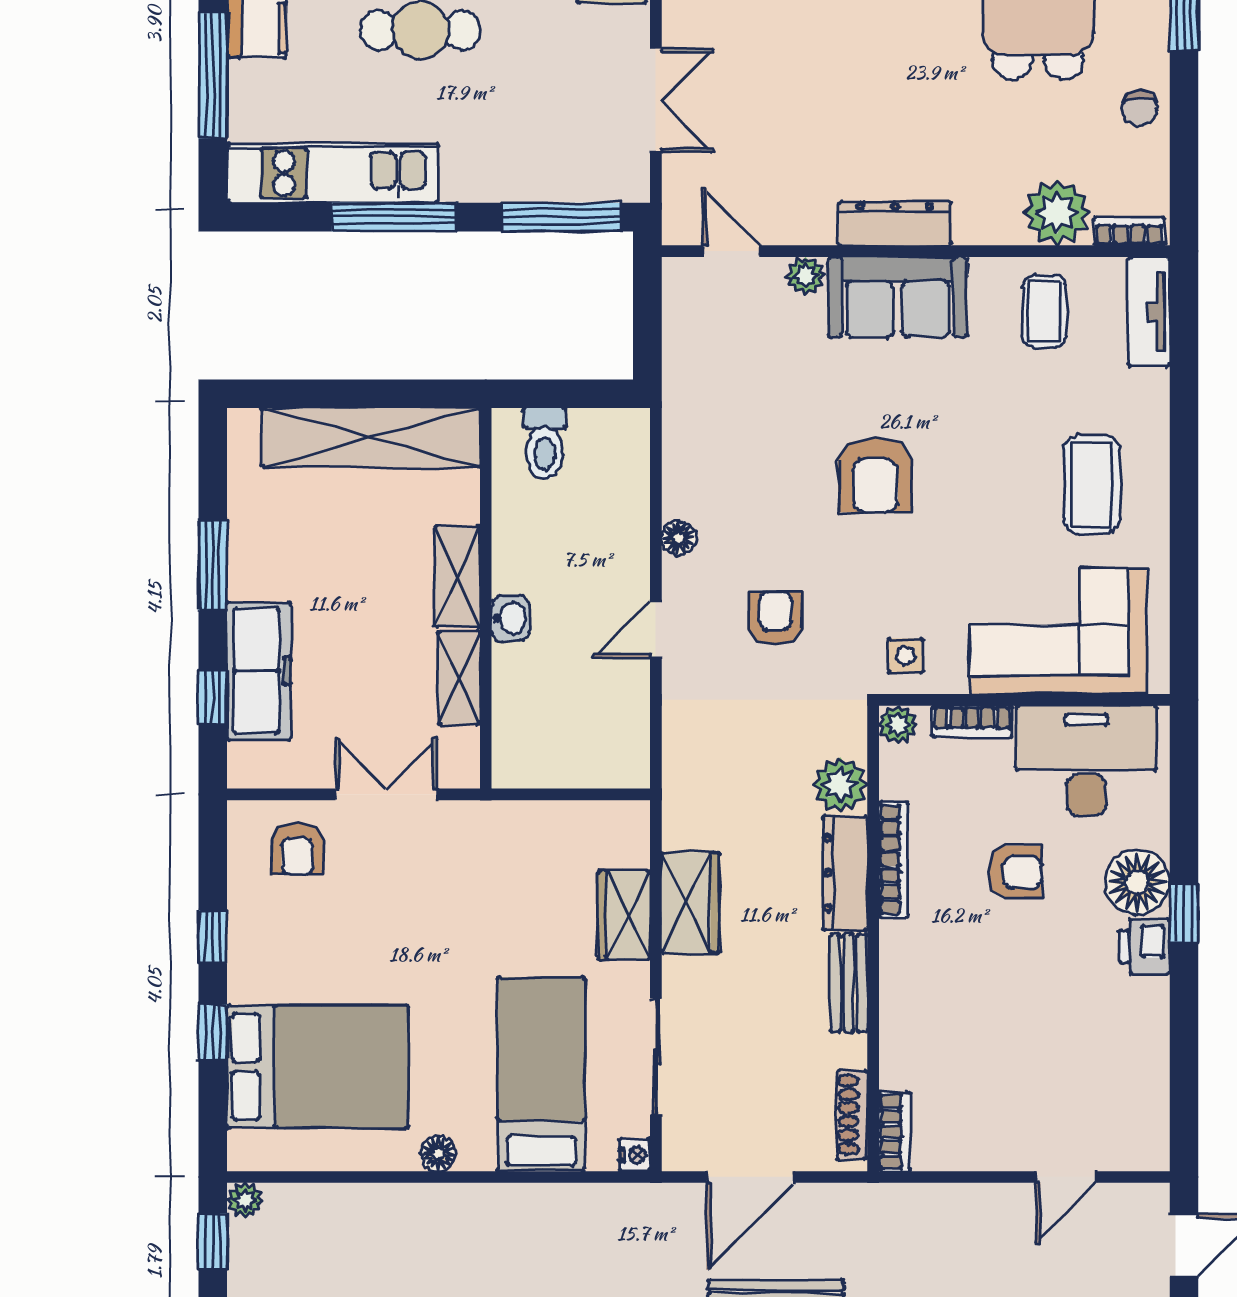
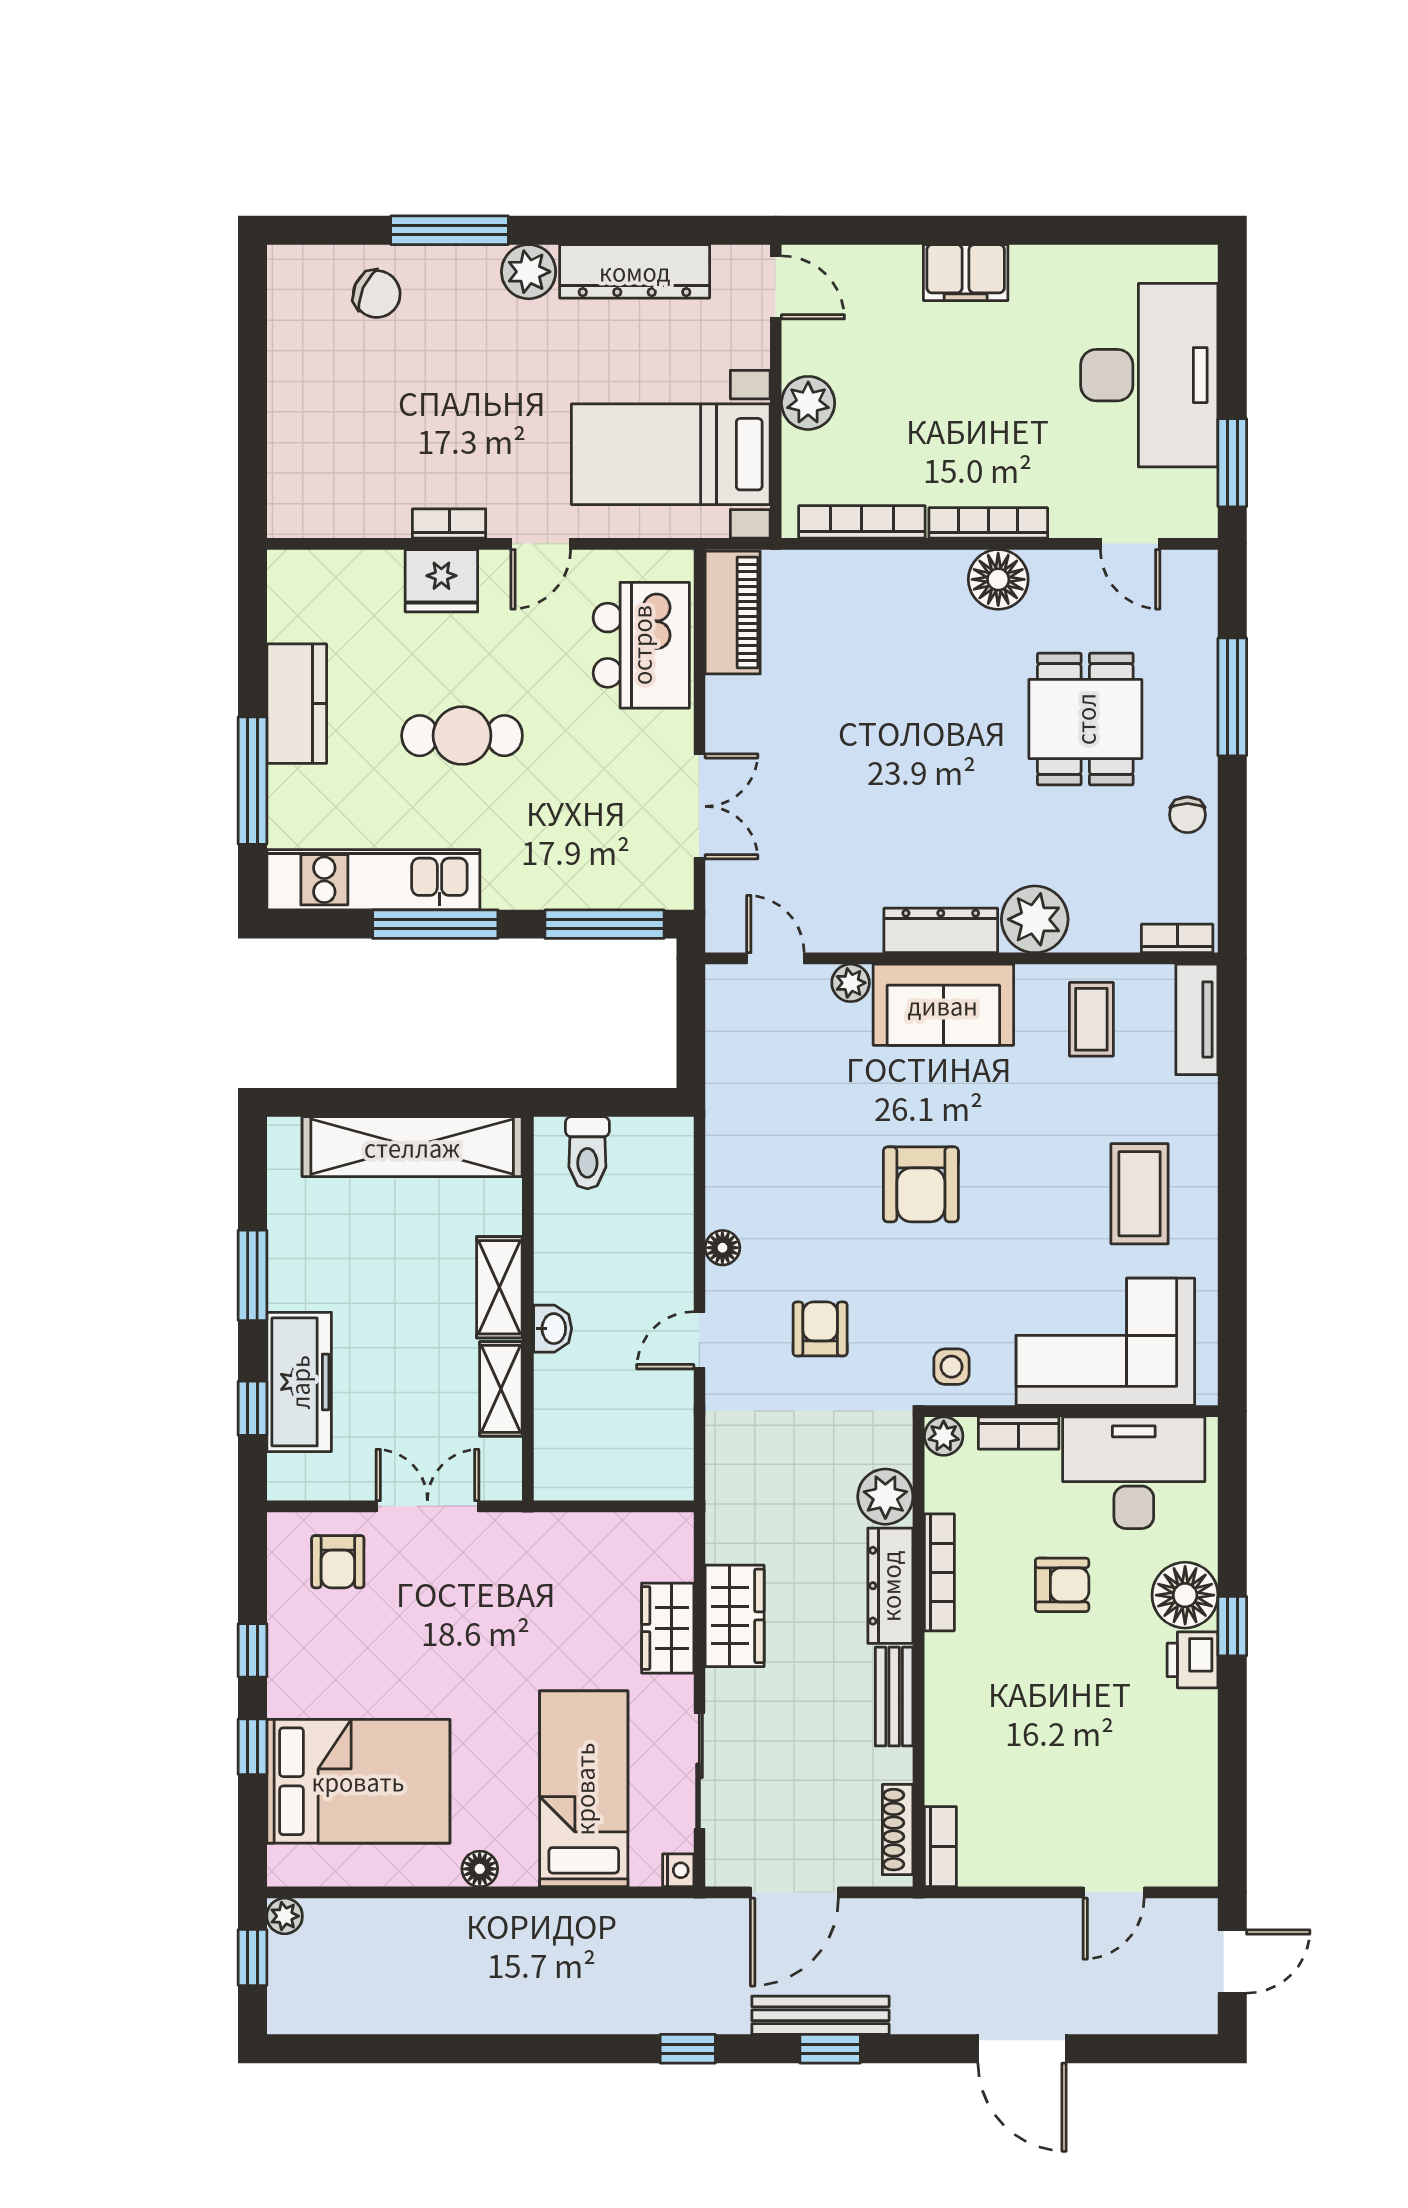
plant: (1057, 212) -> (1035, 919), moved

